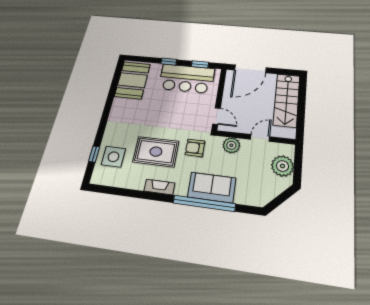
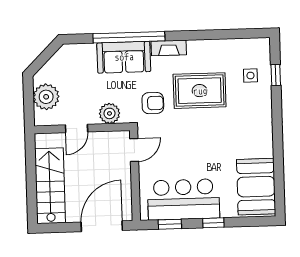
door: (216, 116) -> (134, 150), swing flipped
side table: (113, 157) -> (250, 75), width x0.54, depth x0.54
fireplace: (159, 187) -> (169, 48), moved

